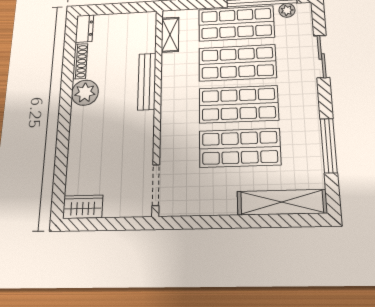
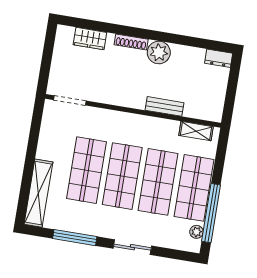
sliding door: (322, 56) -> (132, 247), moved
shoe rack: (80, 61) -> (131, 42), moved
bench: (147, 81) -> (164, 106), width x0.73
wardrobe: (83, 207) -> (90, 39), moved, turned 90

